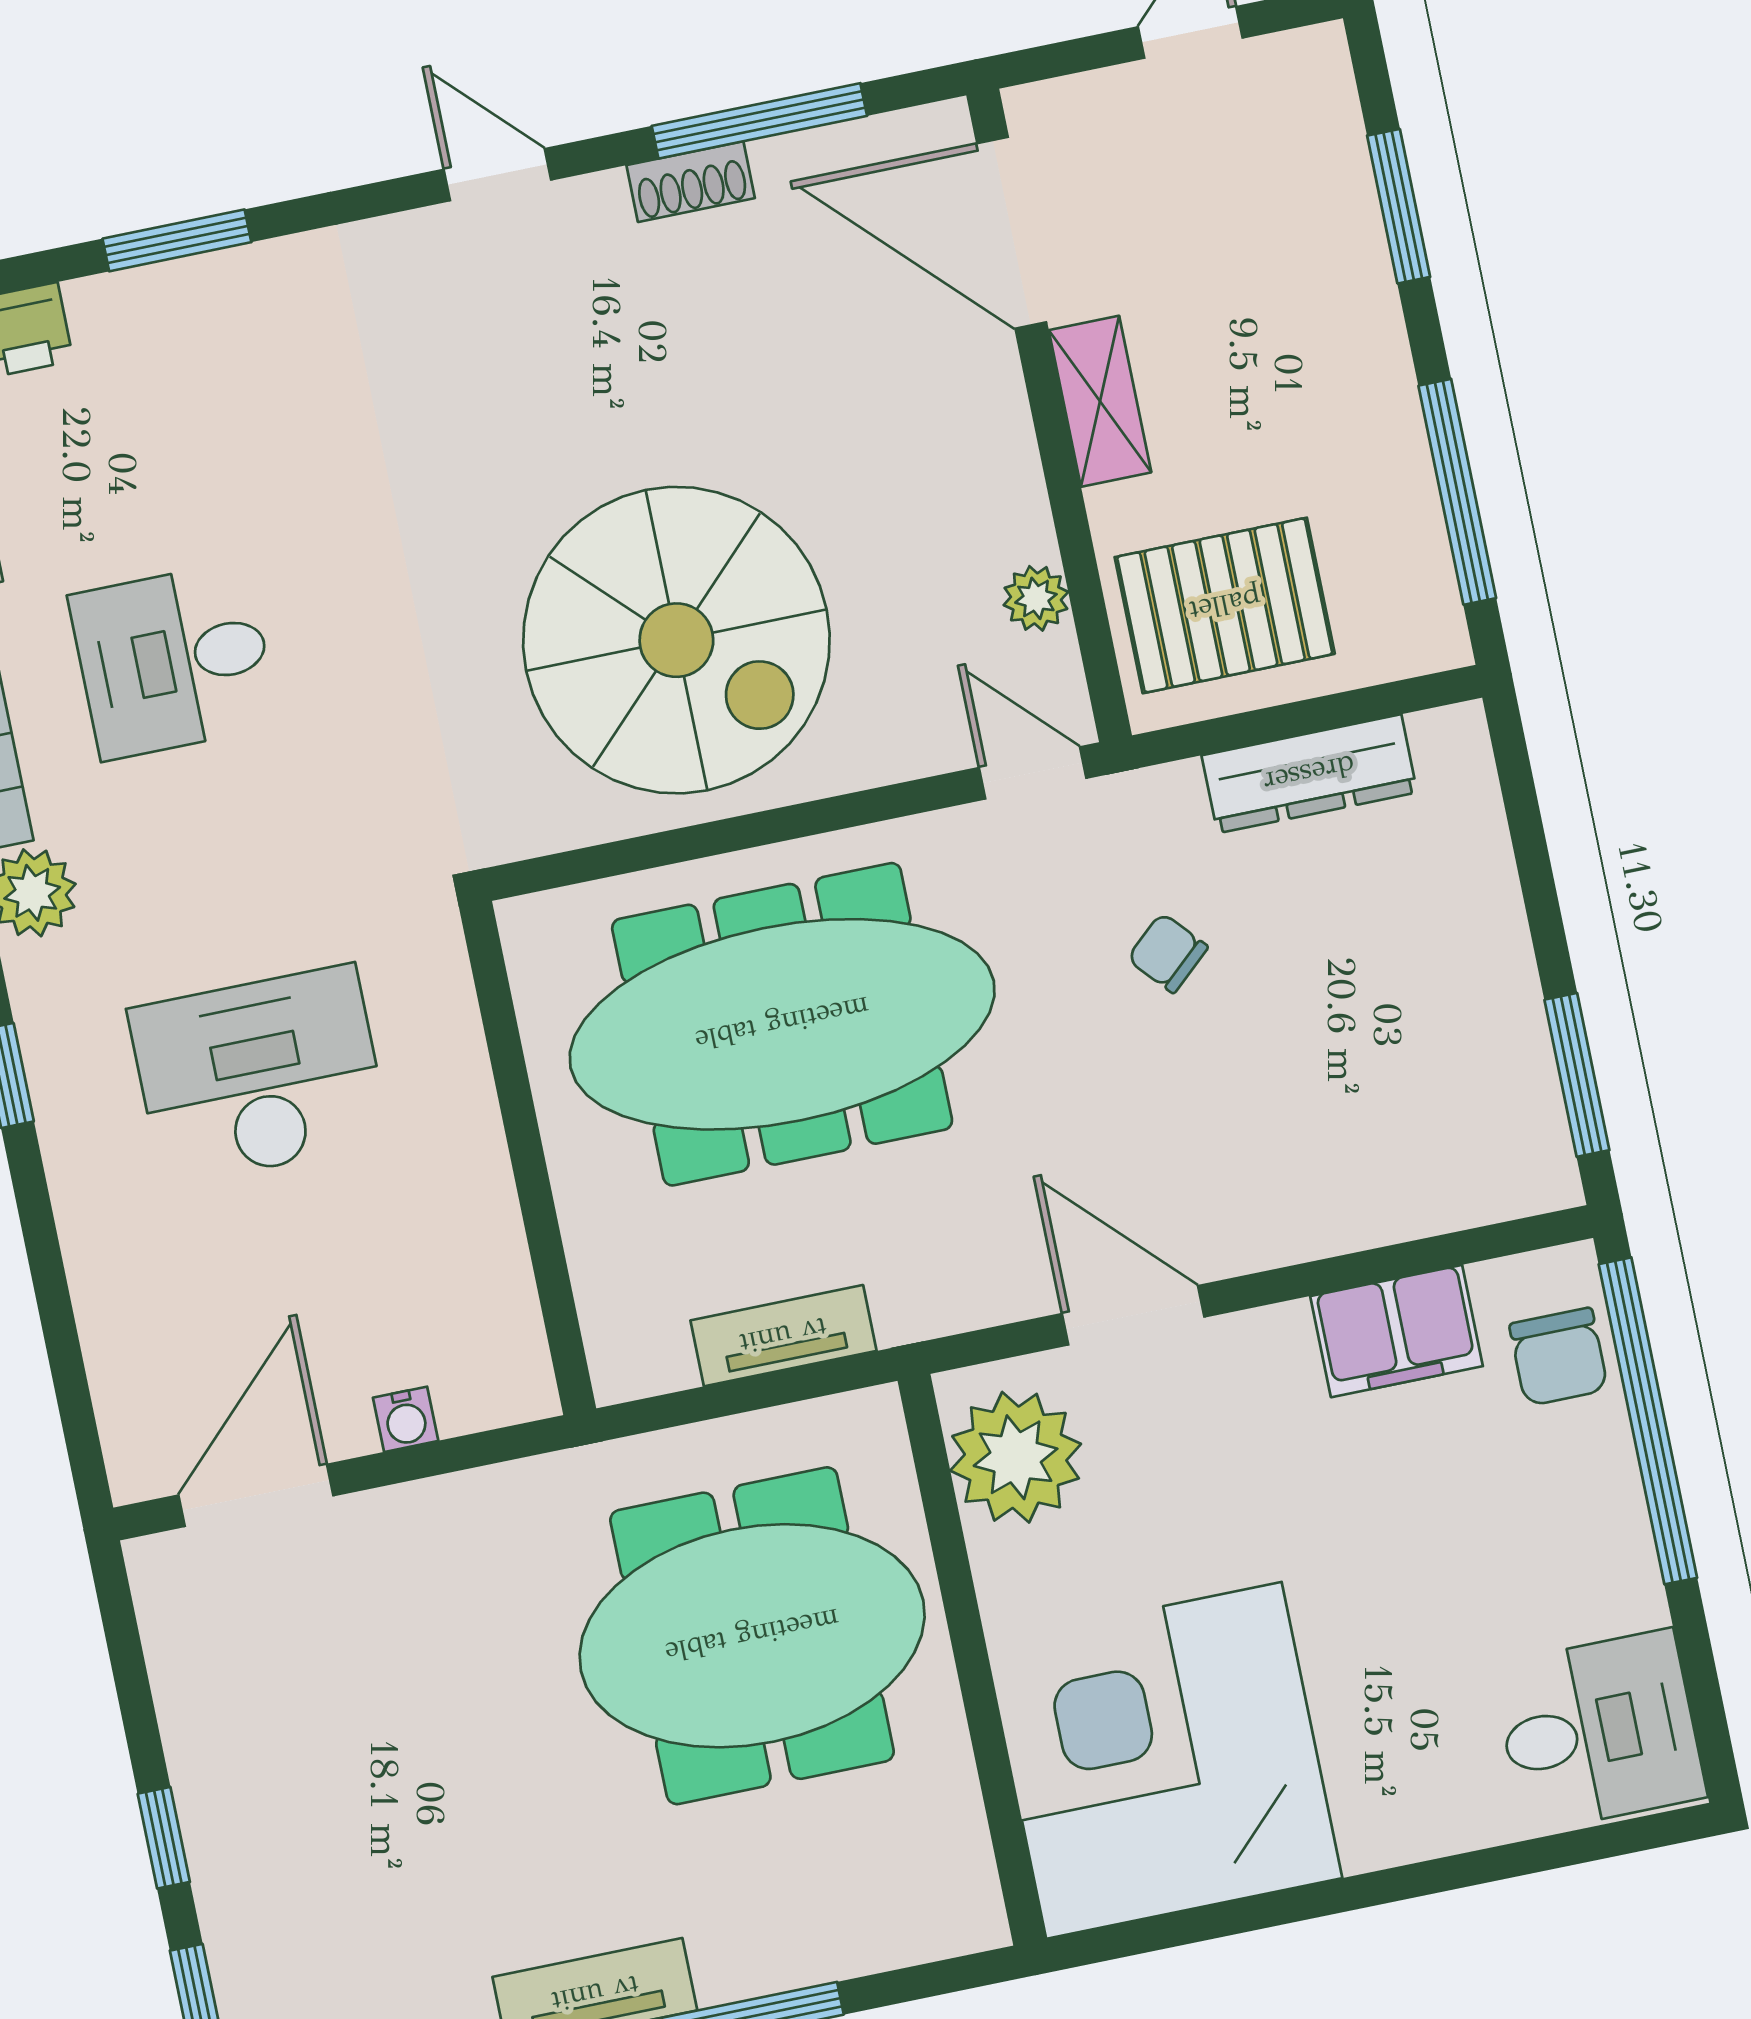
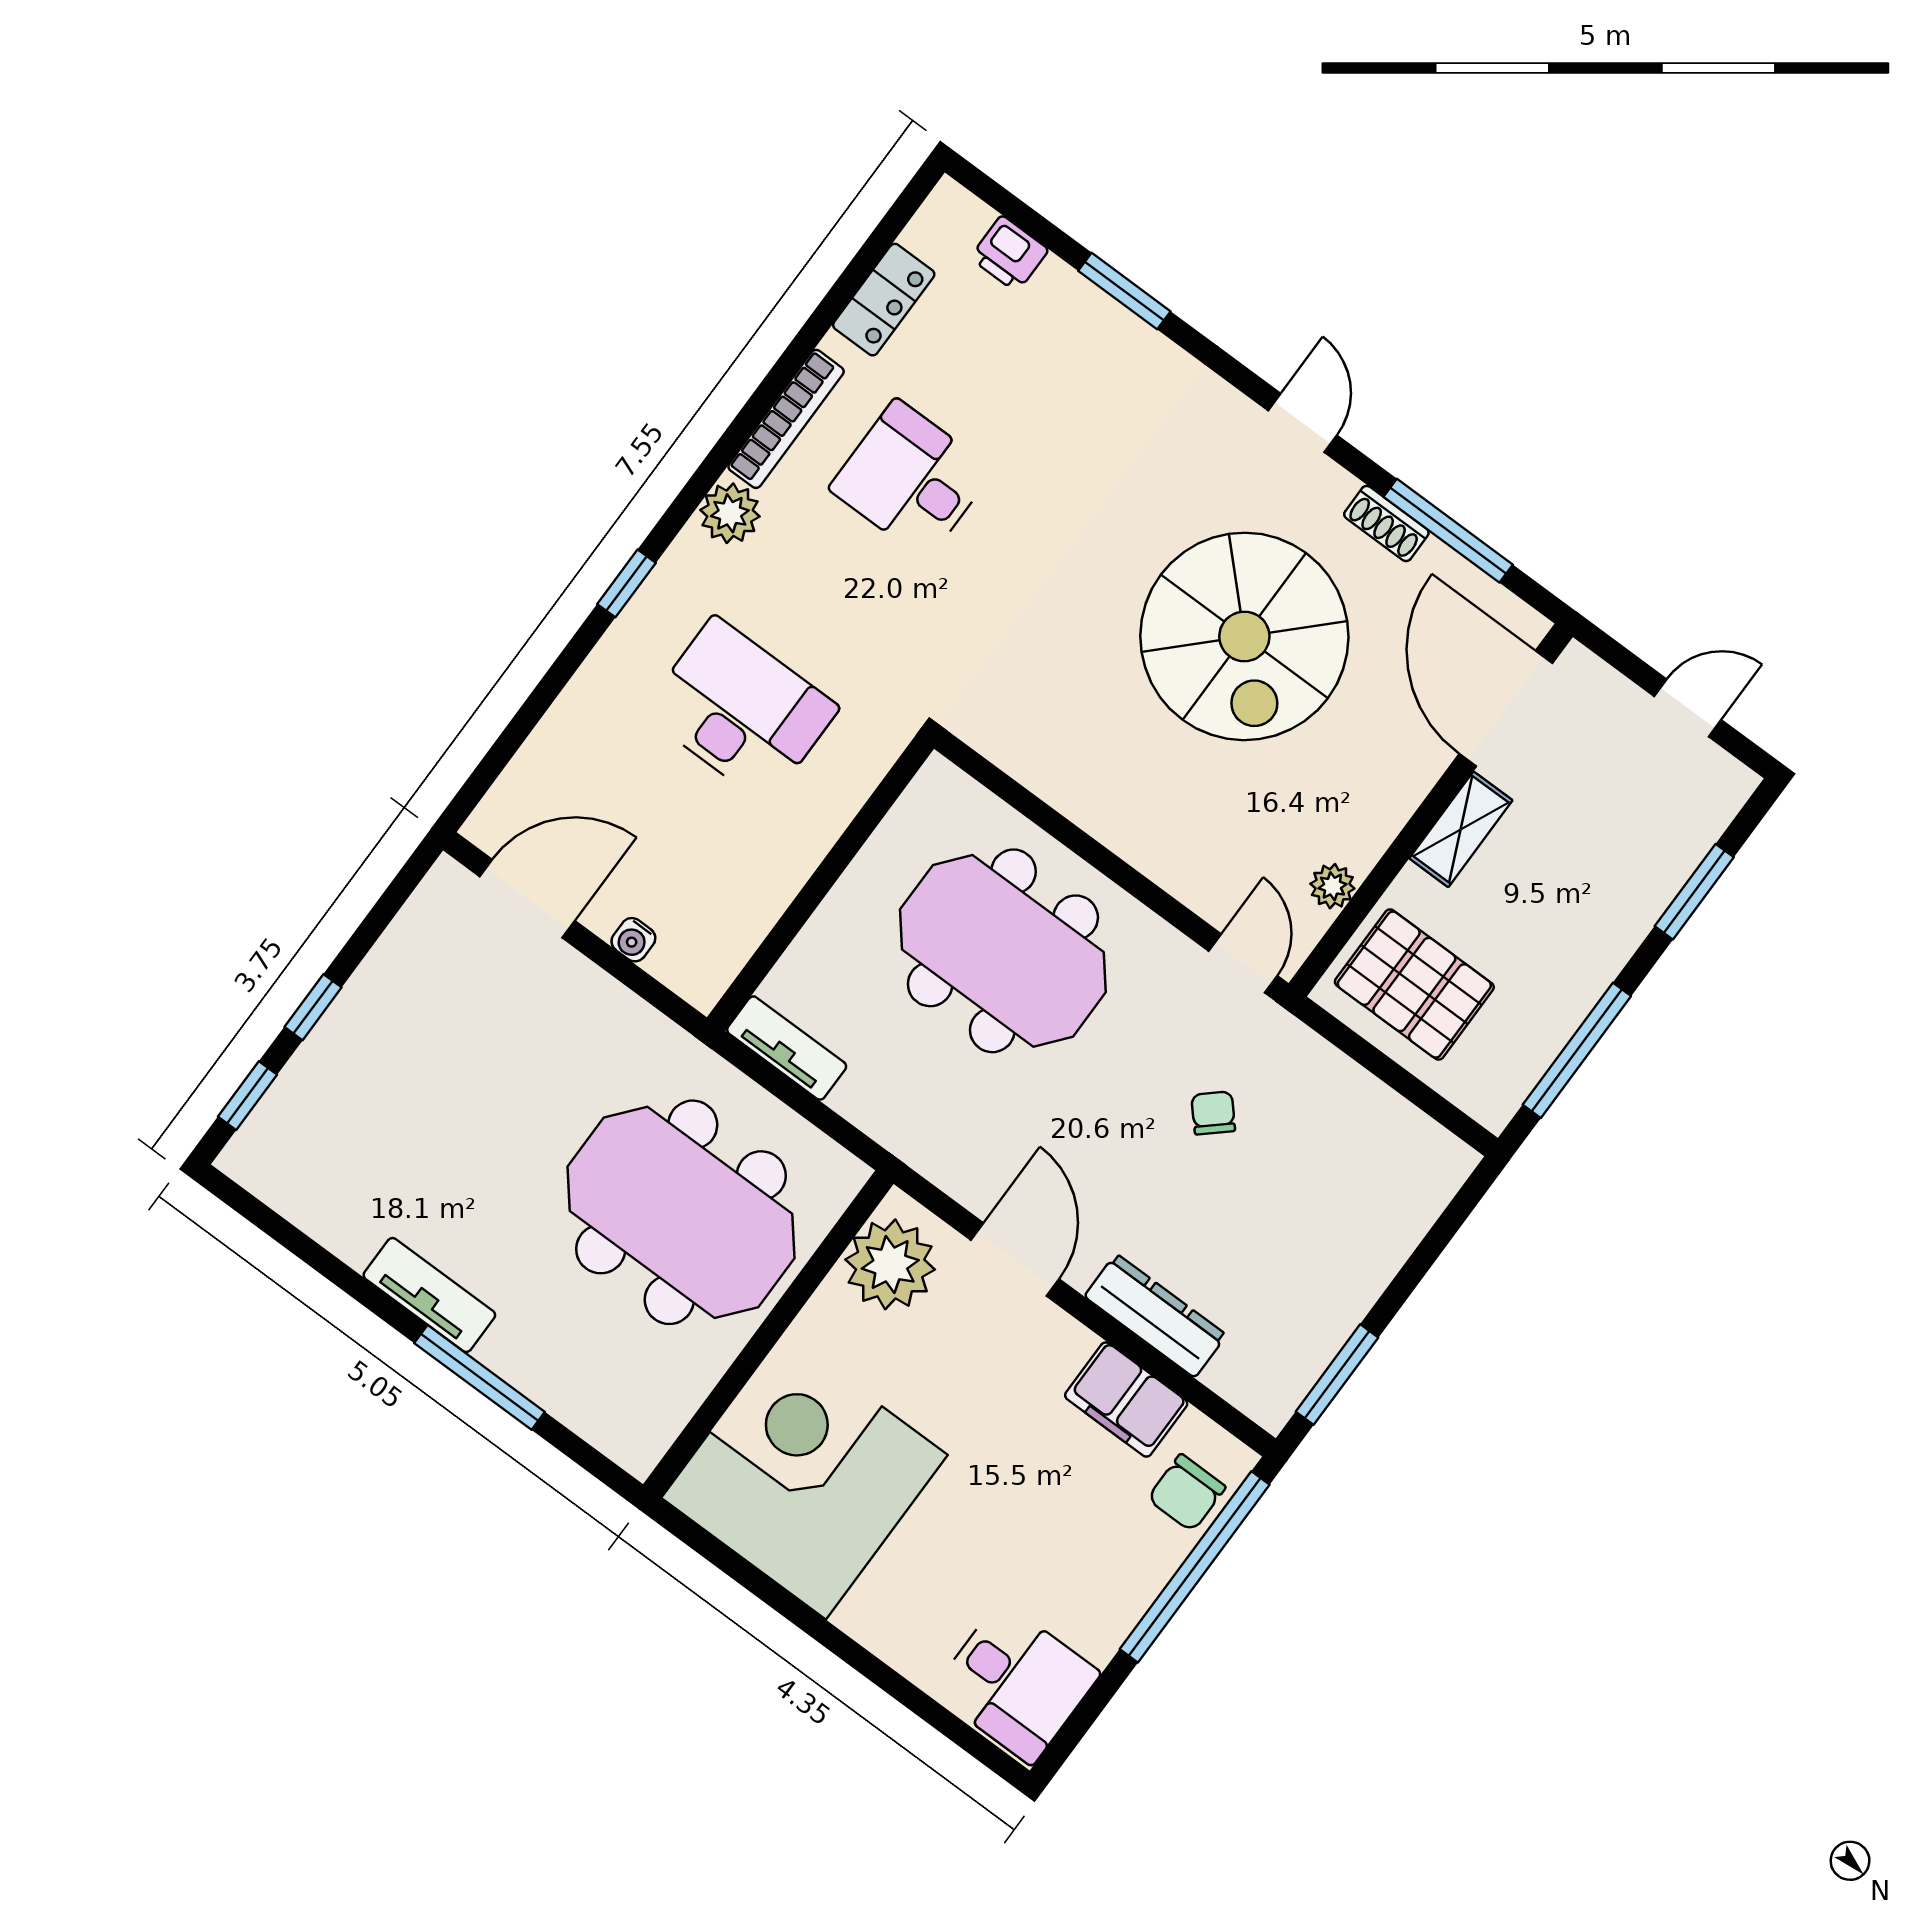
spiral stairs: (676, 640) -> (1244, 636), moved
dresser: (1309, 774) -> (1155, 1316), moved, turned 180
meeting table: (782, 1024) -> (1003, 951), width x0.73
tv unit: (783, 1336) -> (787, 1048), moved

